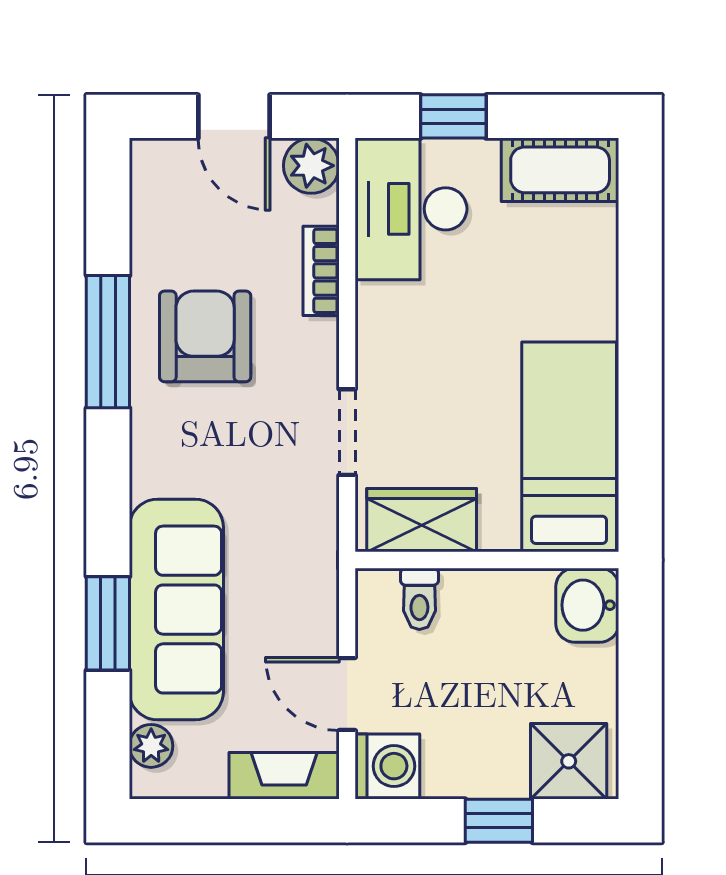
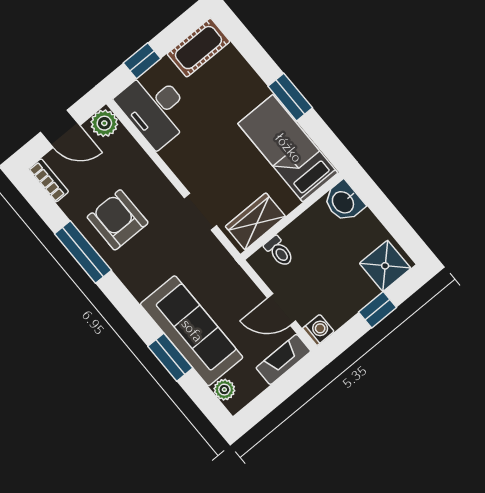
bookcase: (321, 271) -> (48, 180), moved, turned 180
window: (640, 369) -> (290, 97), added
washing machine: (387, 766) -> (318, 330), width x0.73, depth x0.73

